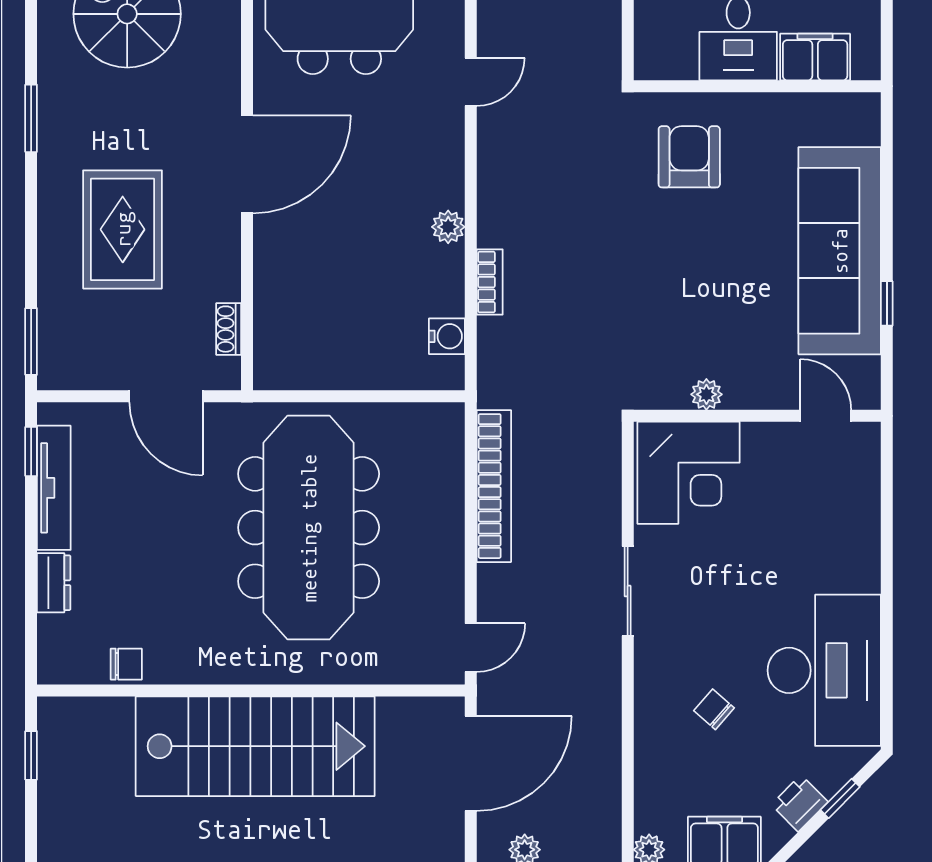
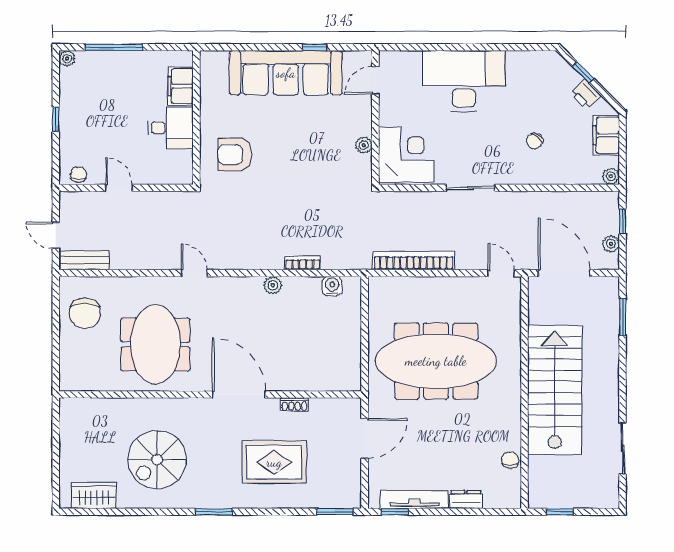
shoe rack: (229, 329) -> (294, 405), moved
desk: (824, 670) -> (464, 81), moved

